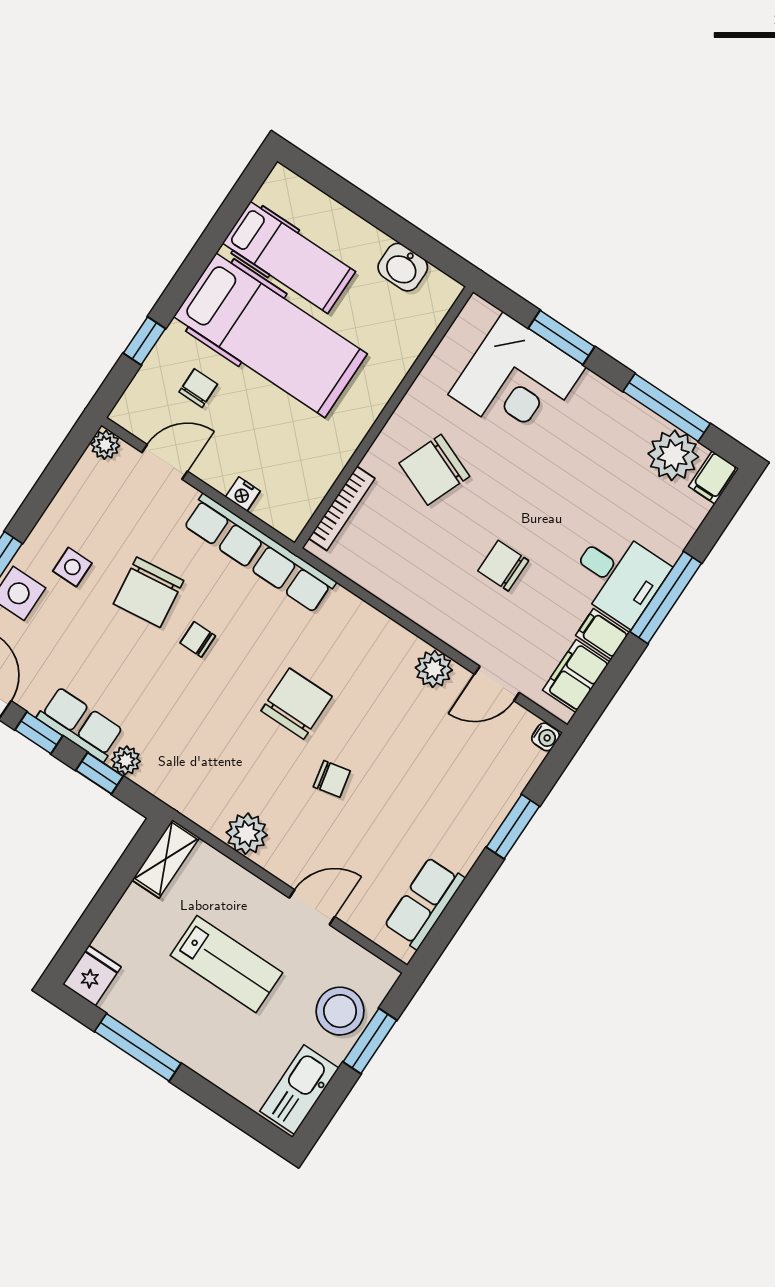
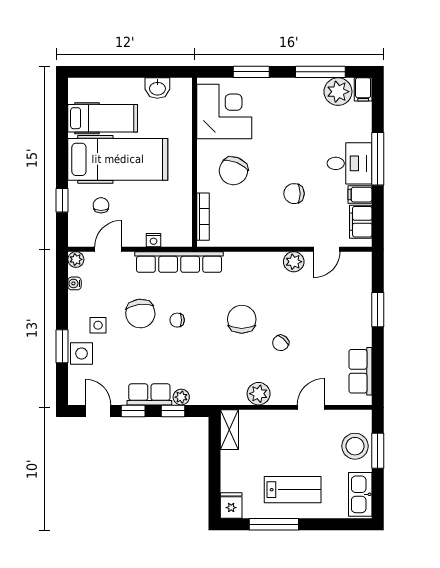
corner desk: (517, 381) -> (224, 111), moved, turned -90
water cooler: (546, 737) -> (74, 283), moved, turned 180
chair: (332, 779) -> (281, 343), turned 143
lab bench: (226, 964) -> (293, 490), moved

